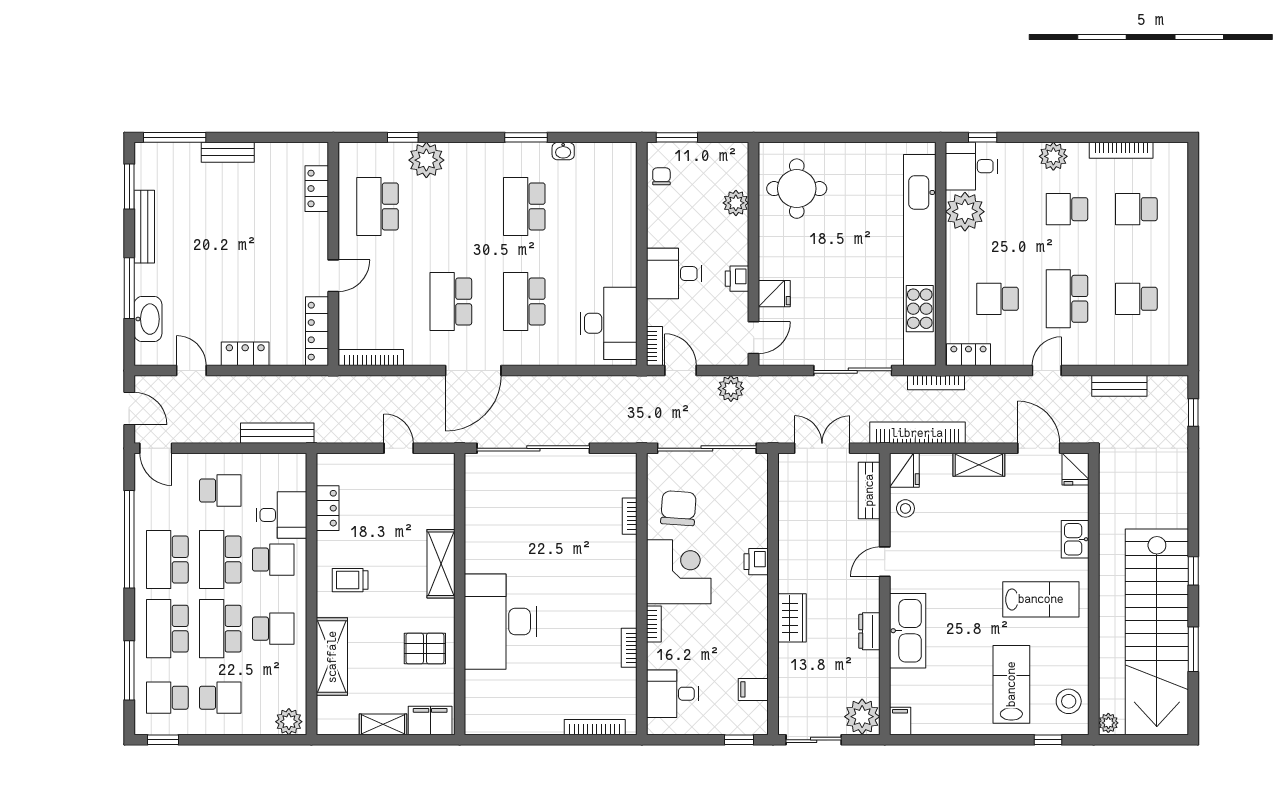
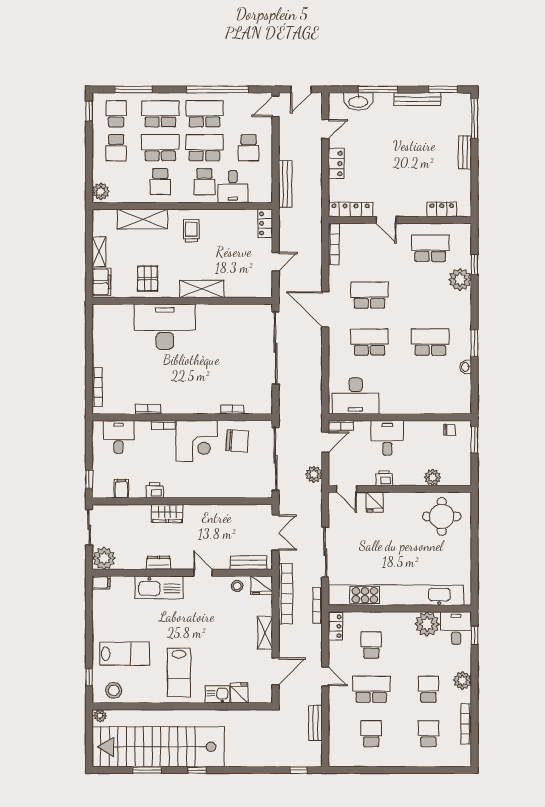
fridge: (1075, 469) -> (239, 693), moved, turned 90
locker: (328, 508) -> (265, 223), moved, turned 90
printer: (756, 562) -> (155, 490), moved

